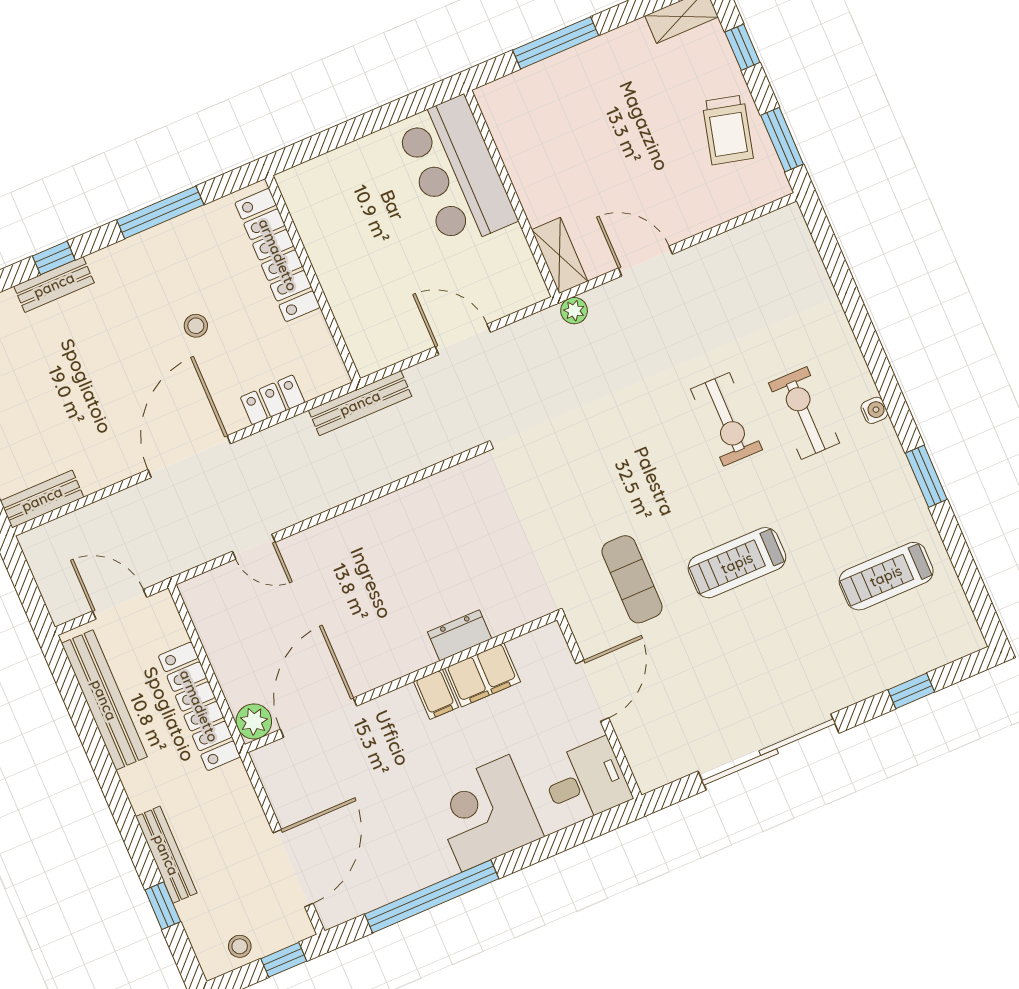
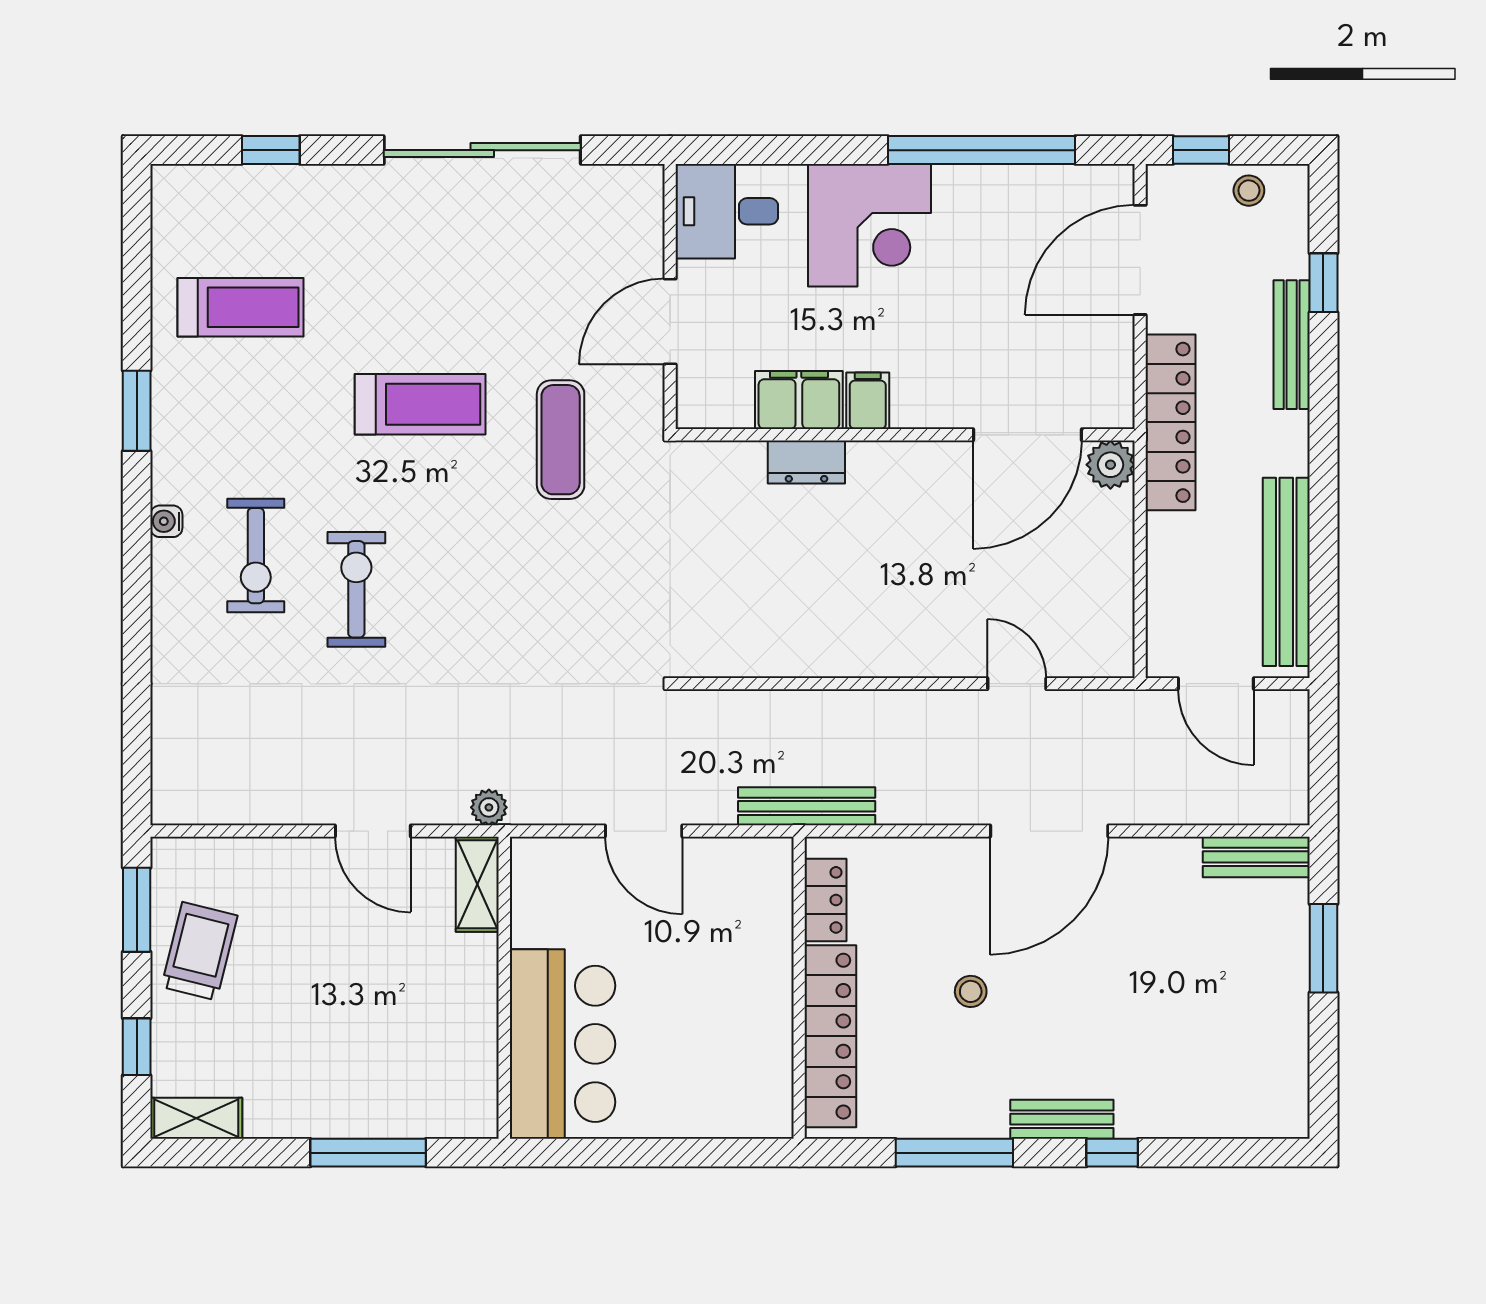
bench: (54, 285) -> (1062, 1119), moved
locker: (273, 400) -> (826, 900), moved, turned -90
locker: (199, 706) -> (1171, 422), moved

